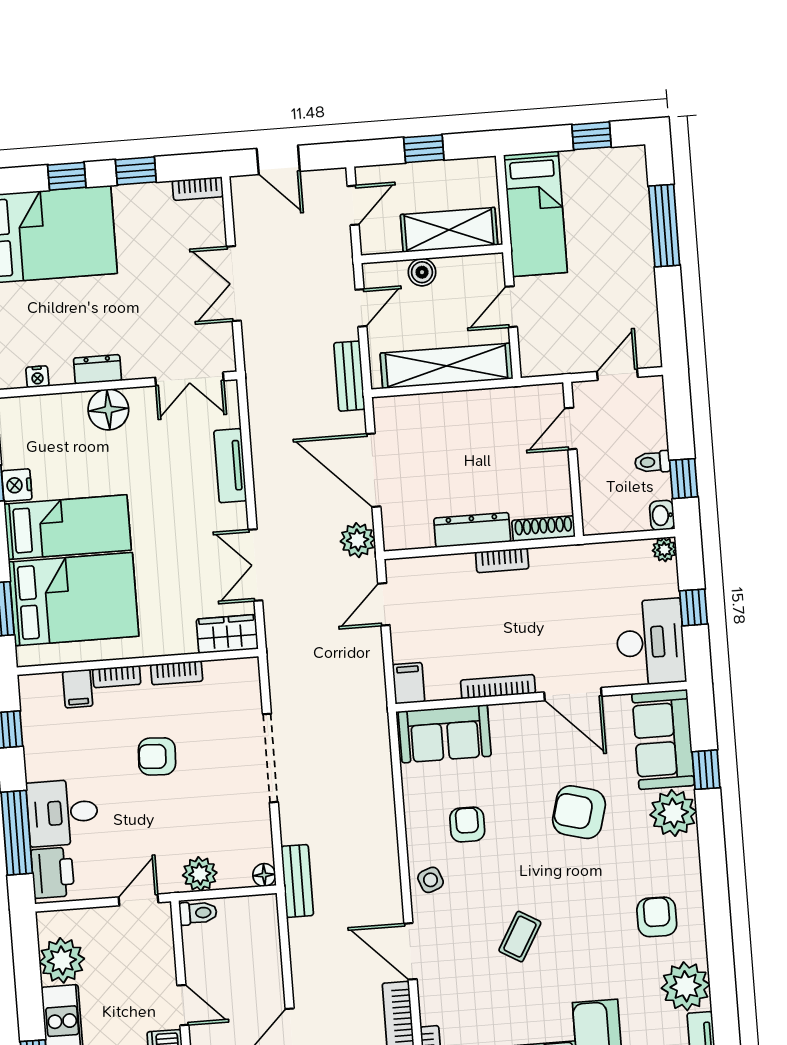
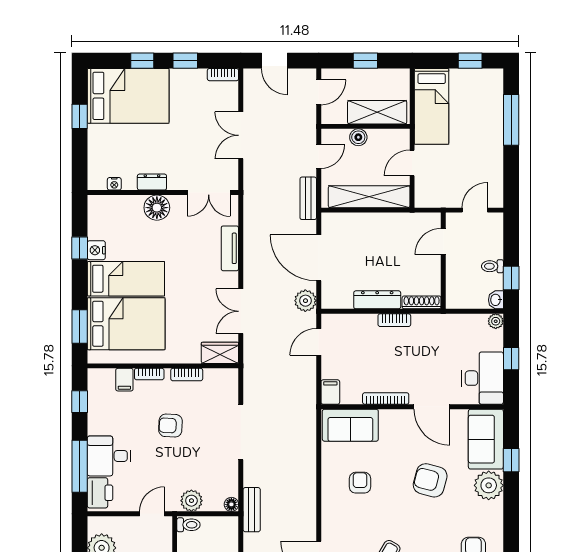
side table: (431, 880) -> (335, 515), removed

